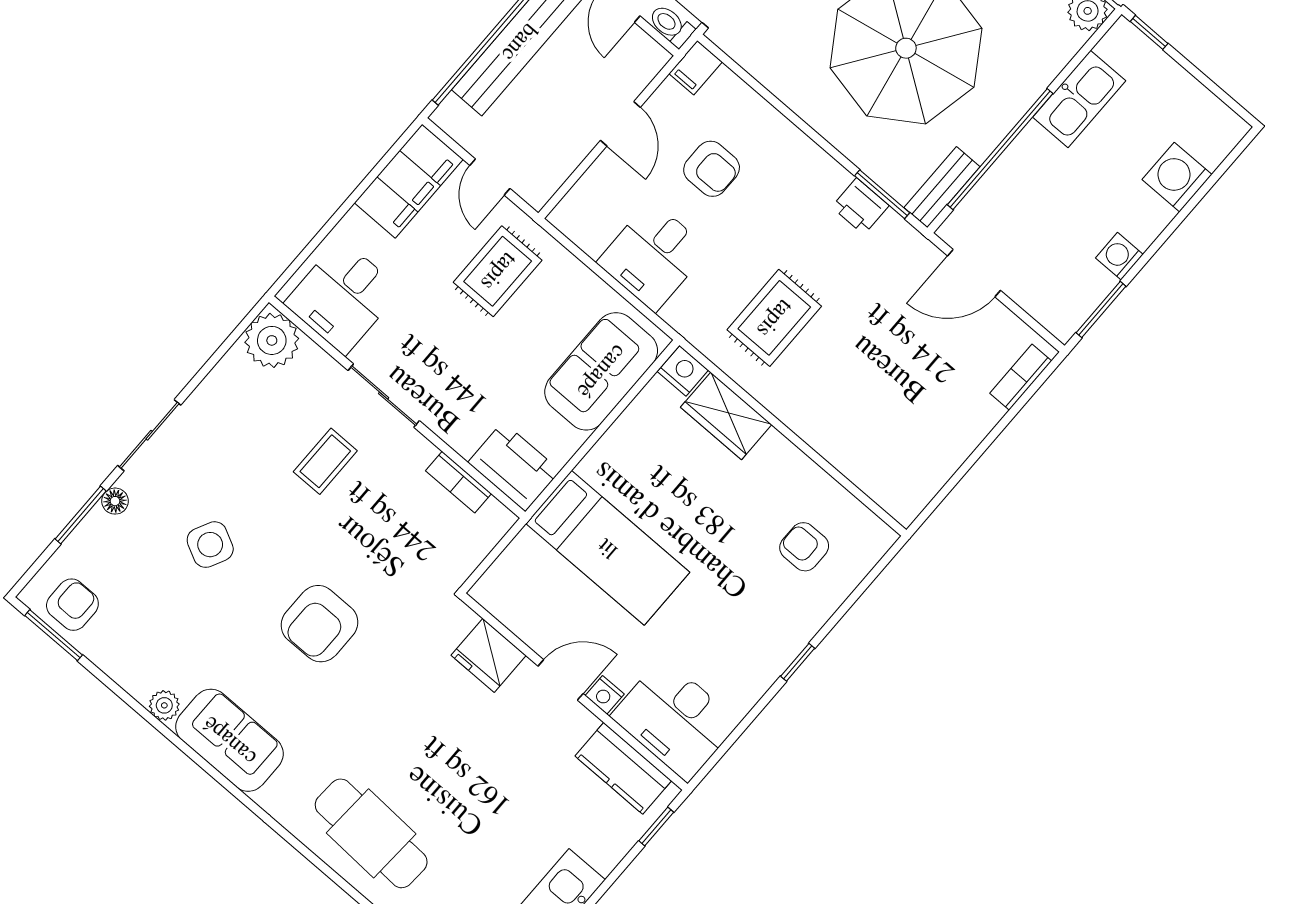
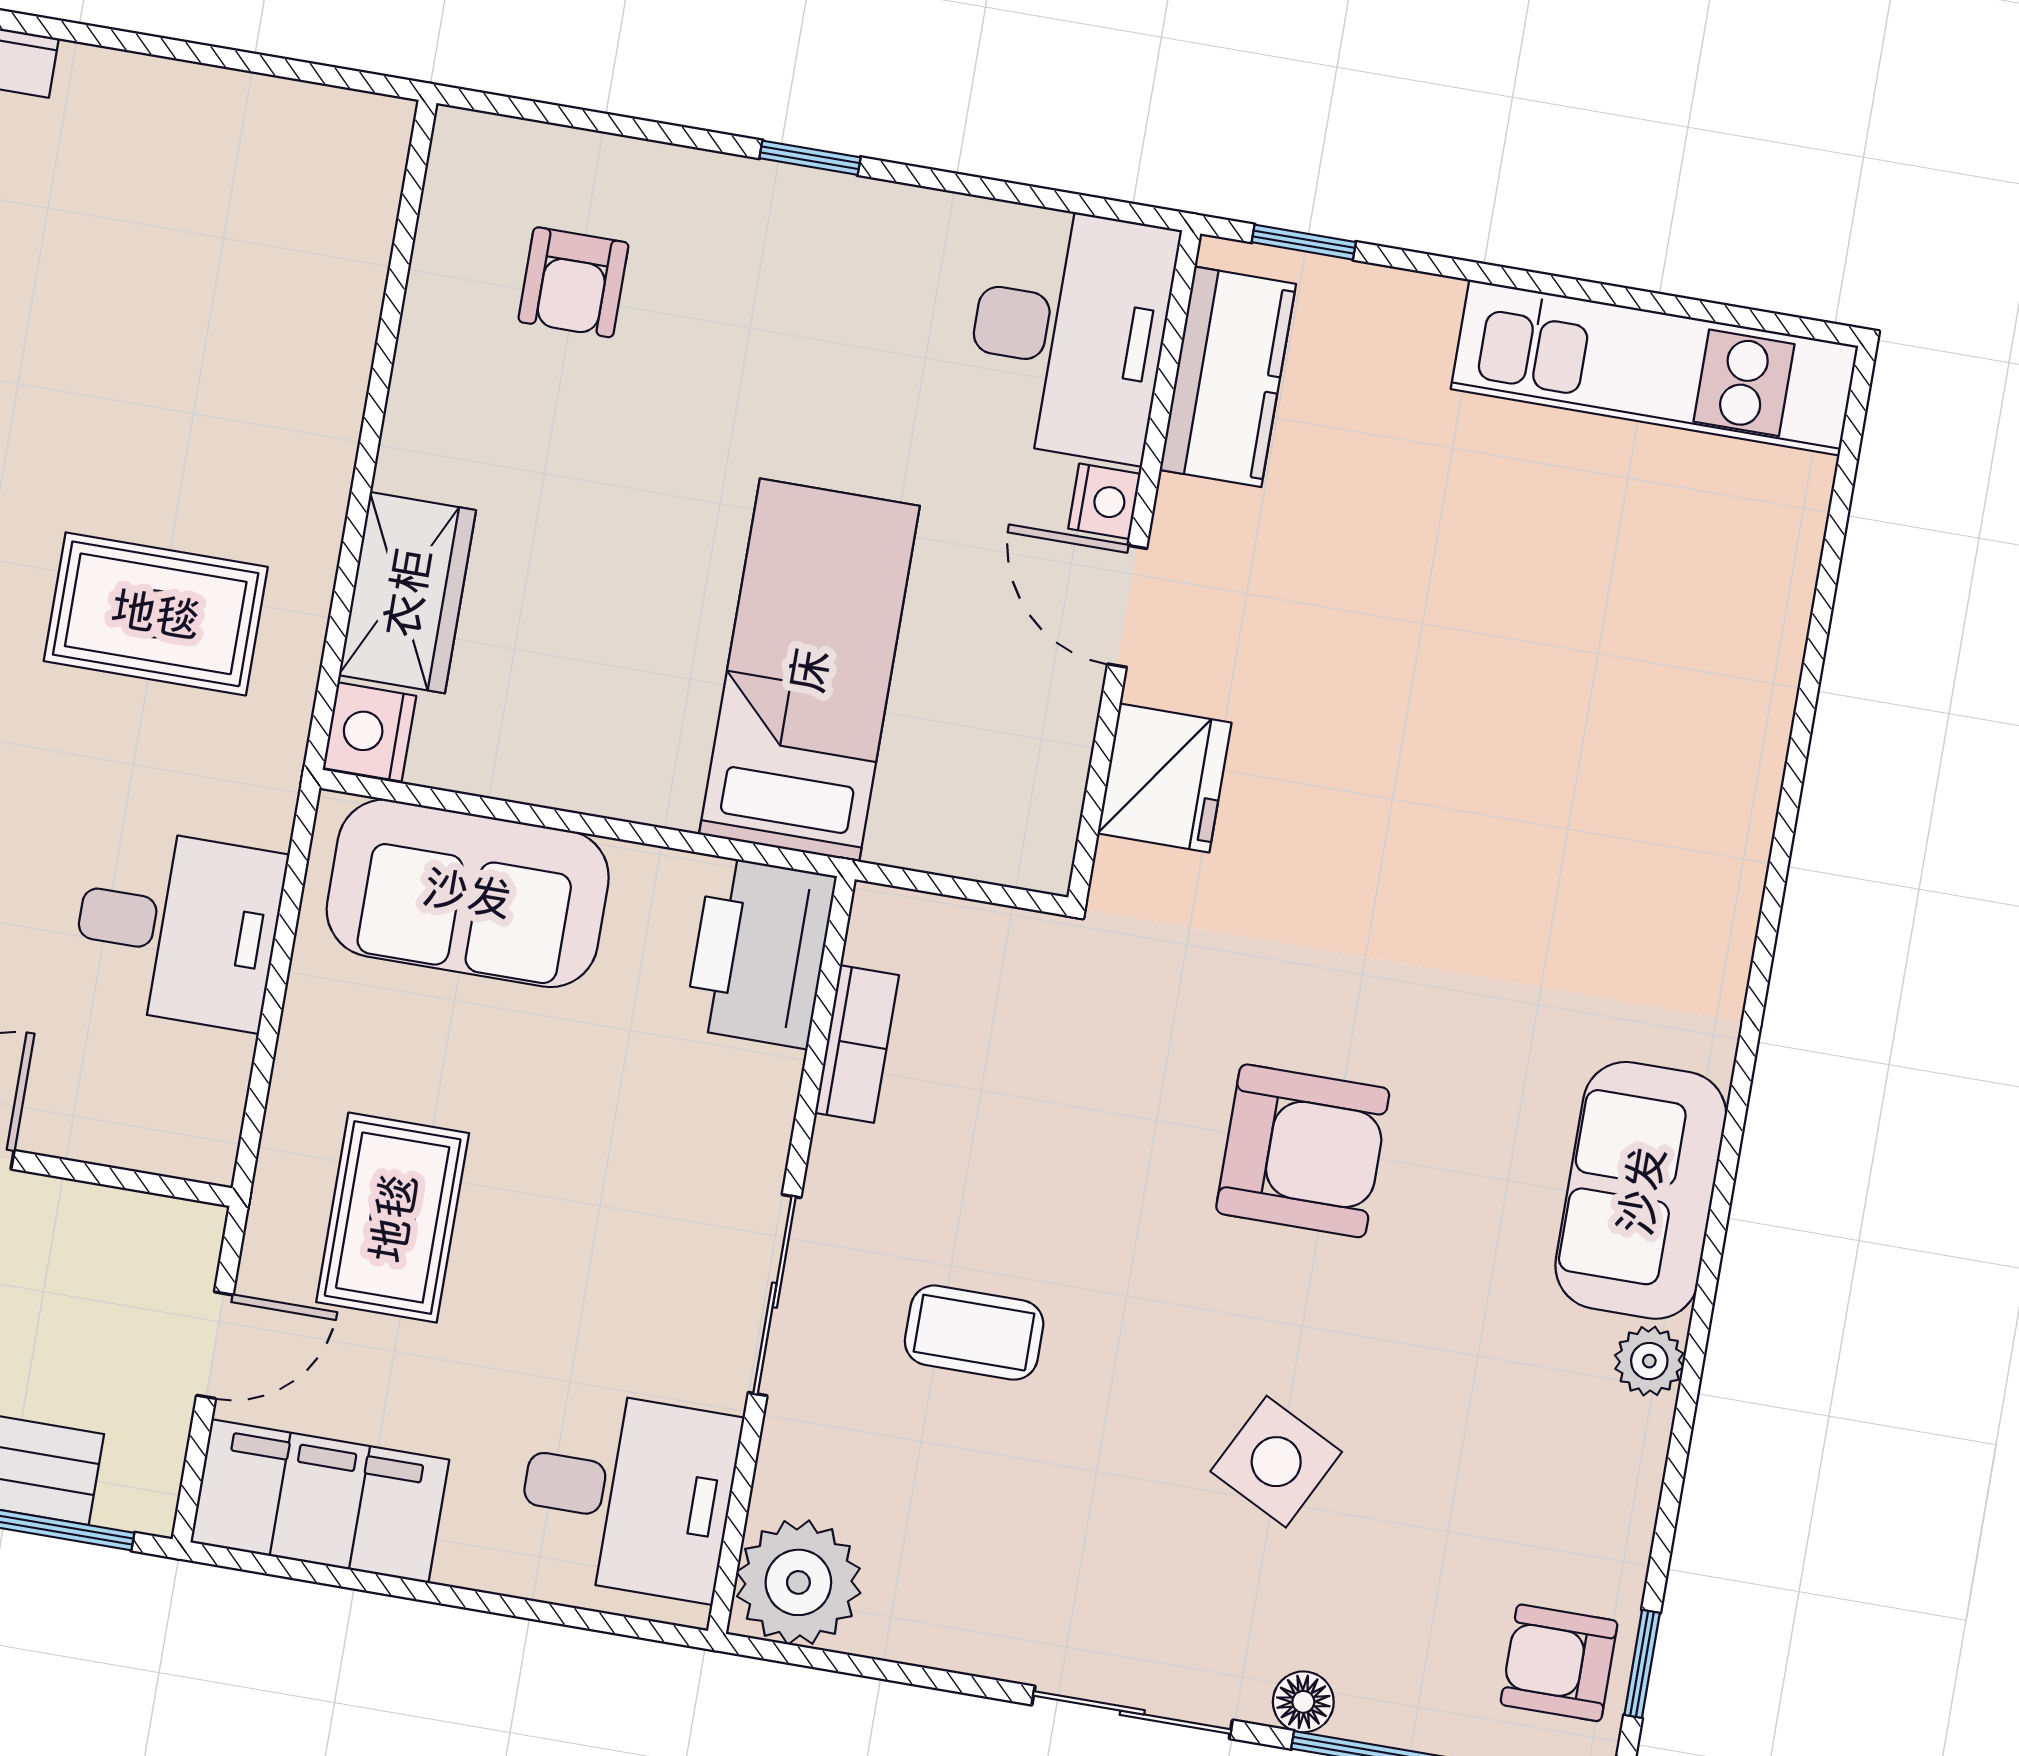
rug: (498, 271) -> (393, 1218), turned 90
window: (54, 635) -> (1642, 1664), width x0.67
cafe table: (371, 833) -> (1657, 799), removed

